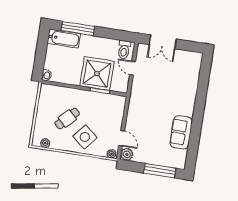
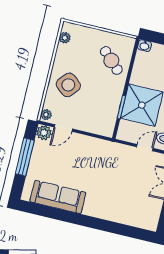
cafe table: (67, 118) -> (111, 60), moved
sofa: (181, 132) -> (58, 197), width x1.36
window: (160, 171) -> (25, 157), moved

